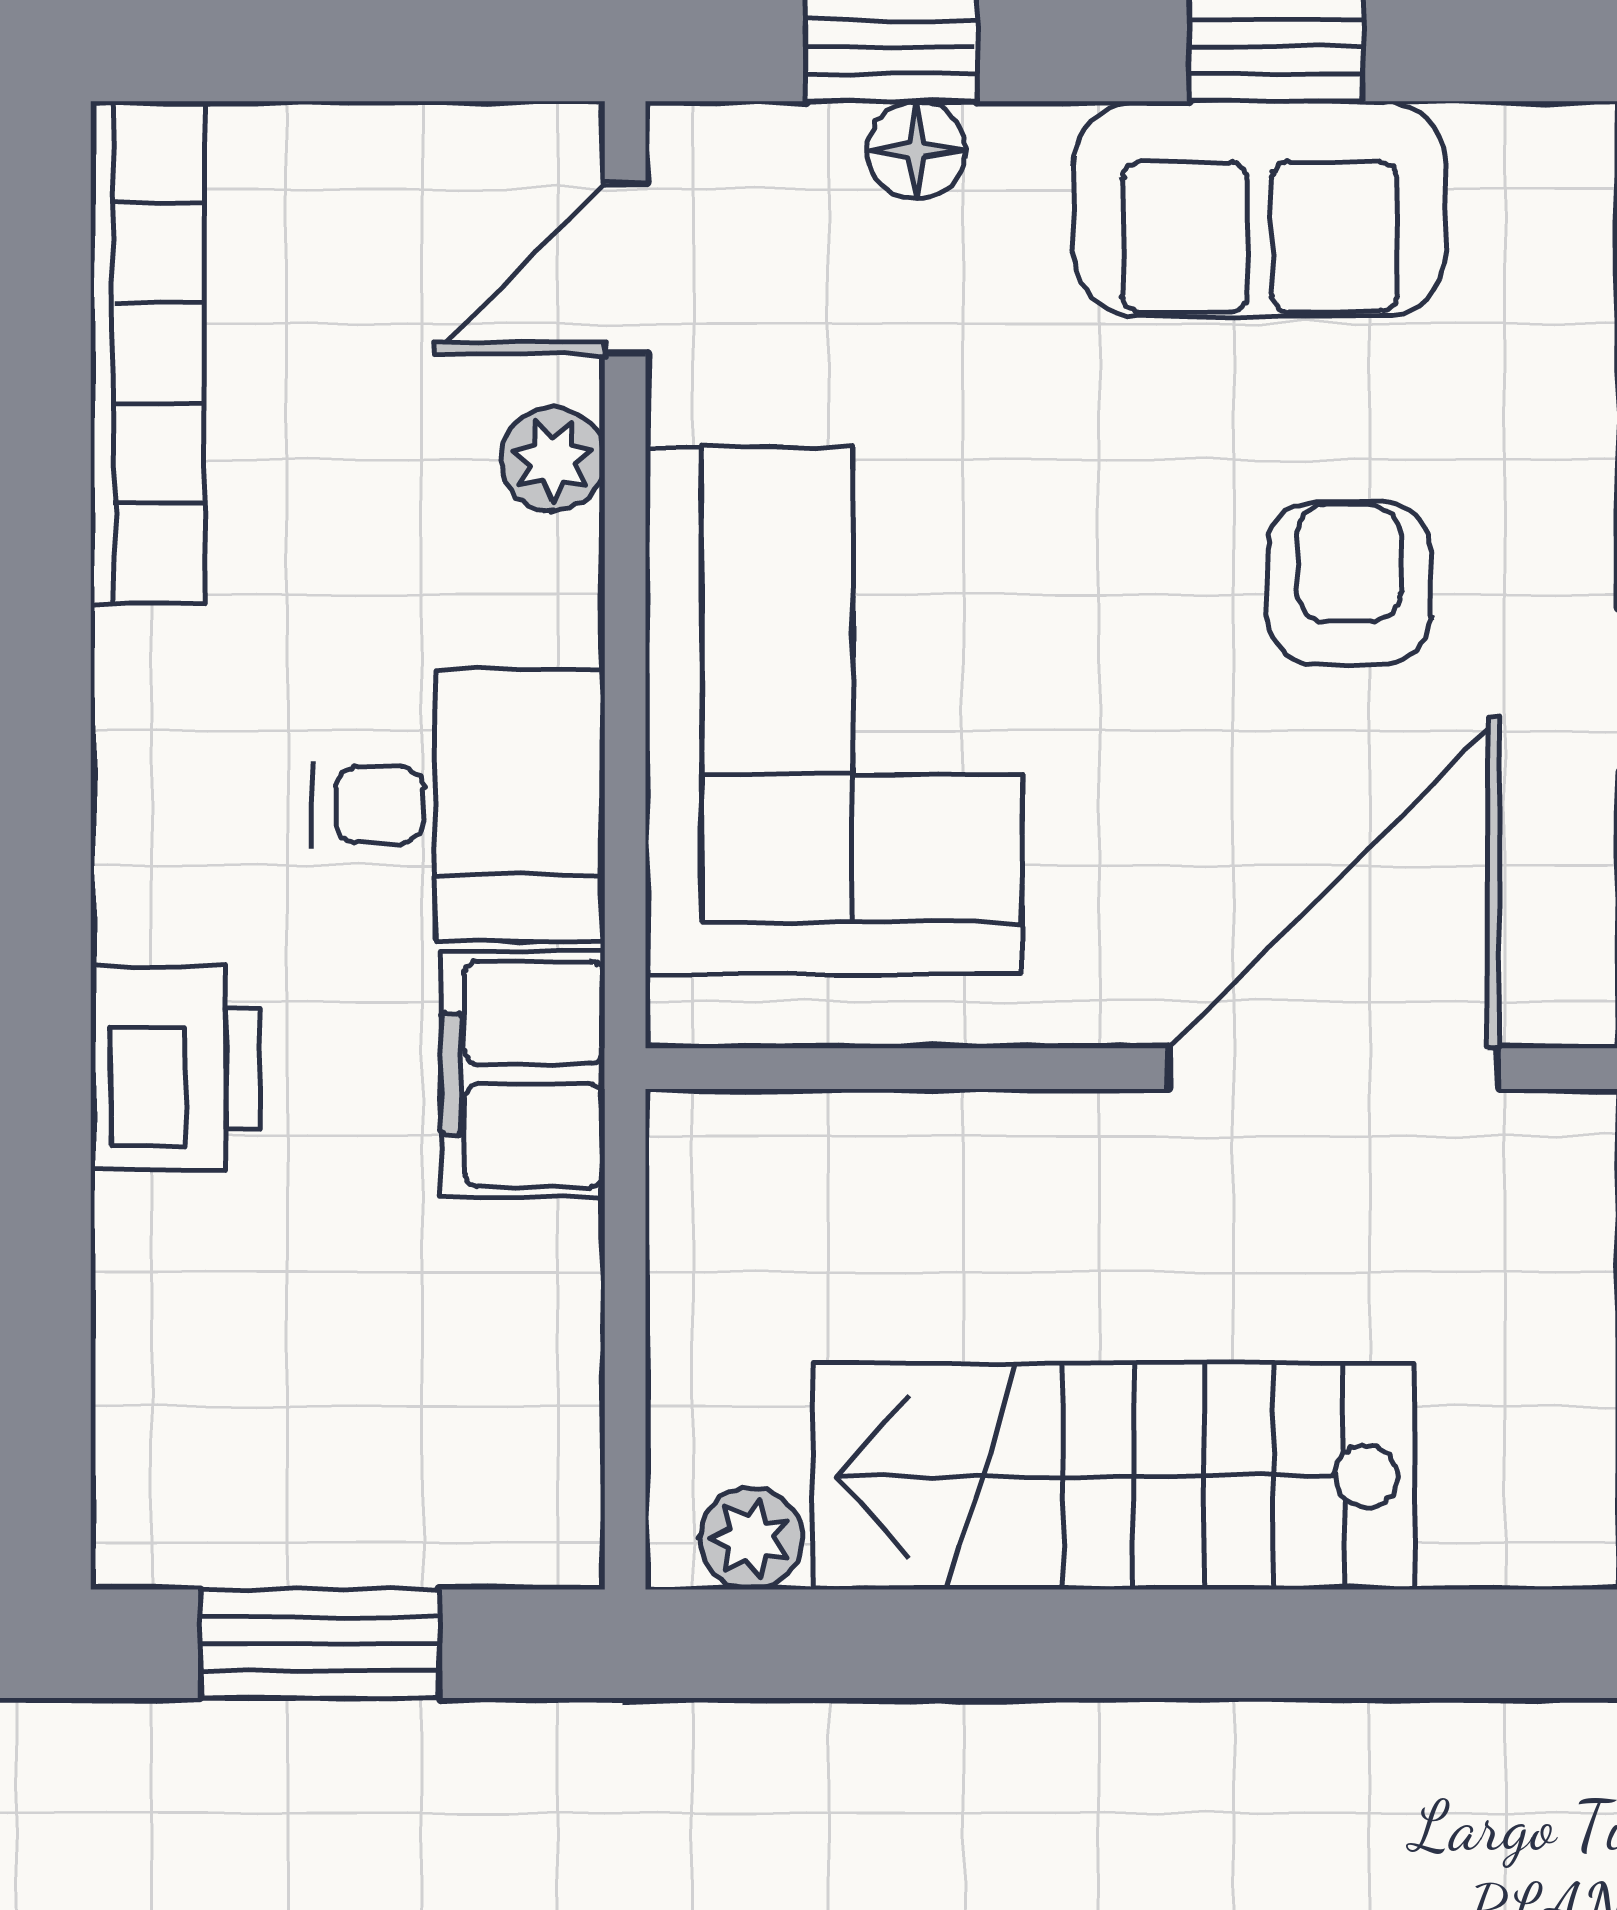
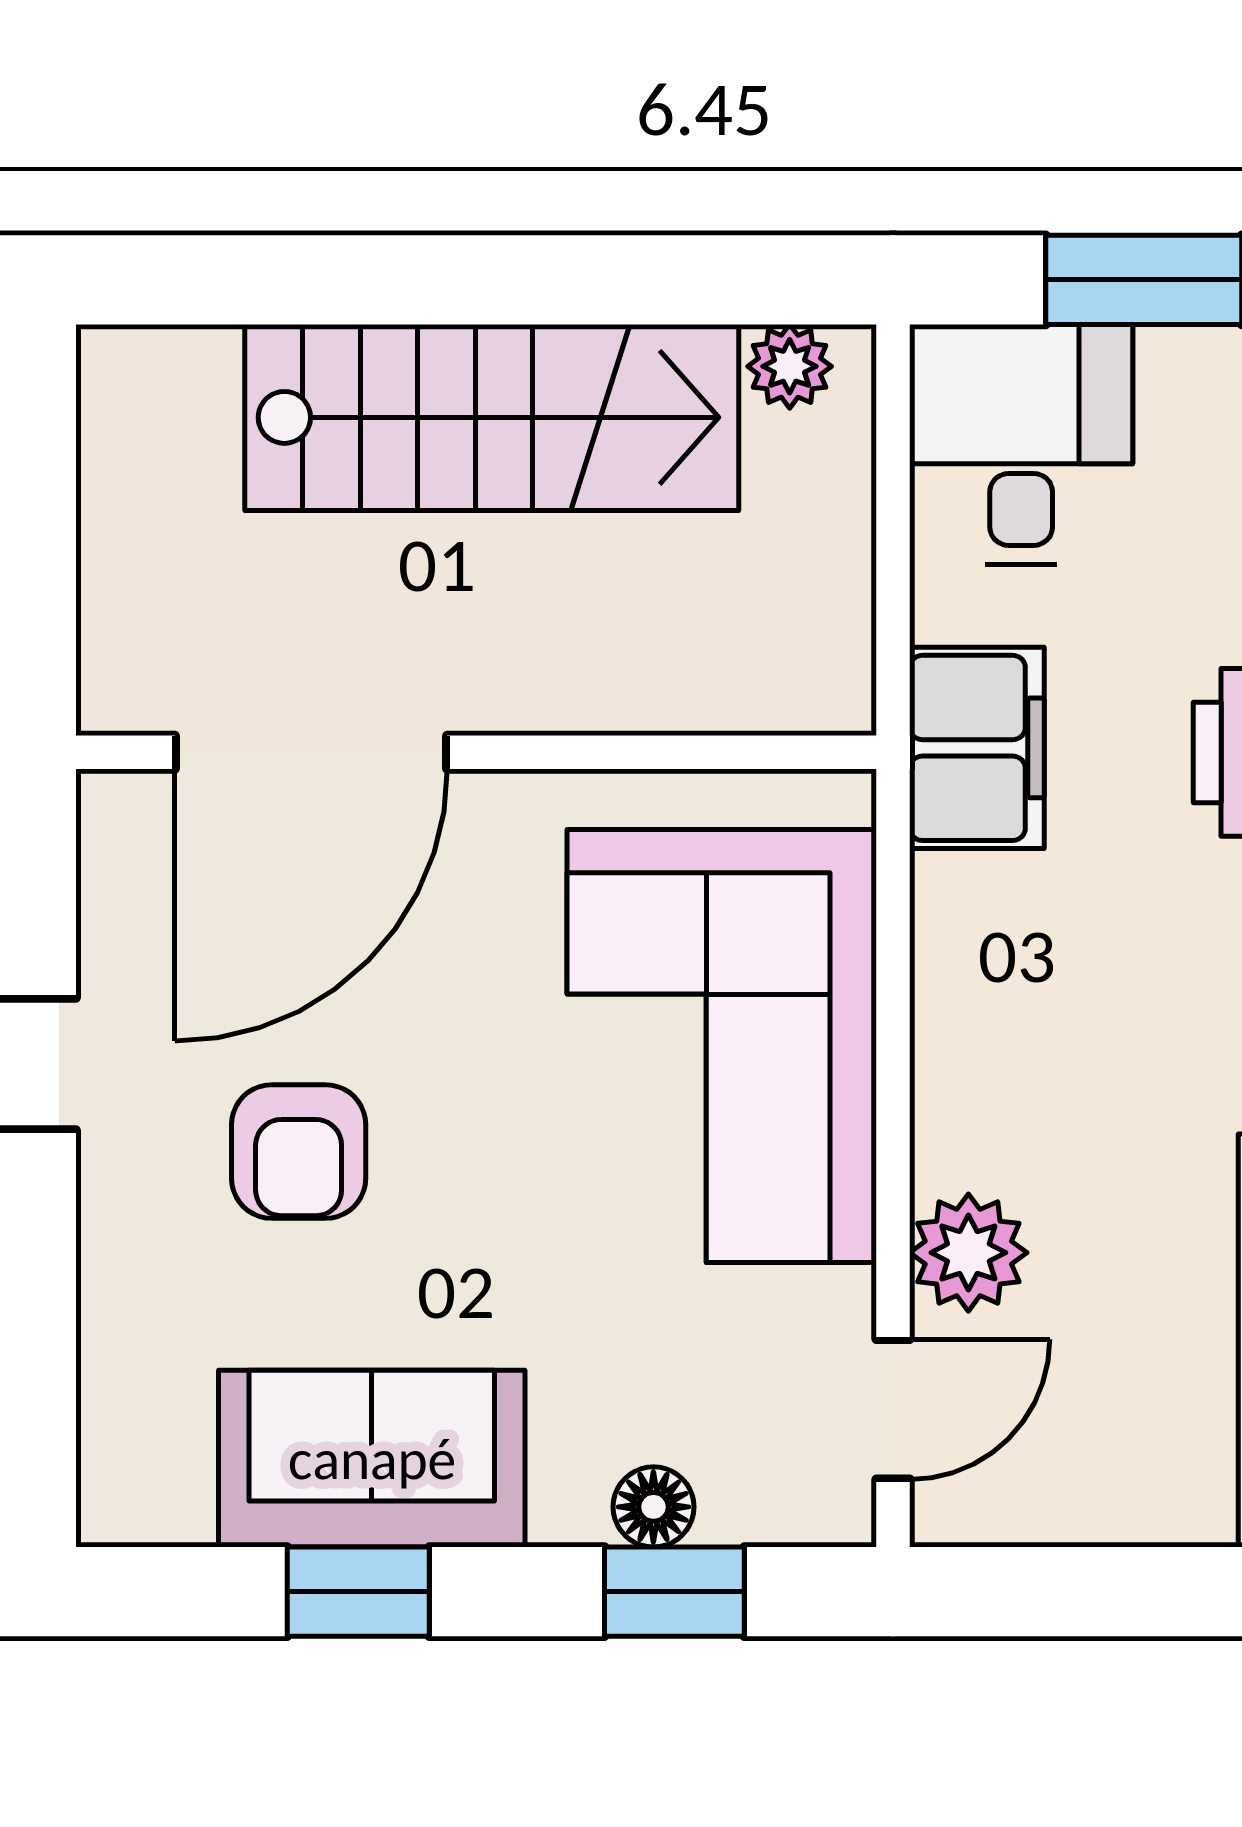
plant: (553, 460) -> (968, 1253), width x1.38, depth x1.38
desk: (458, 805) -> (1021, 445), moved, turned 90

